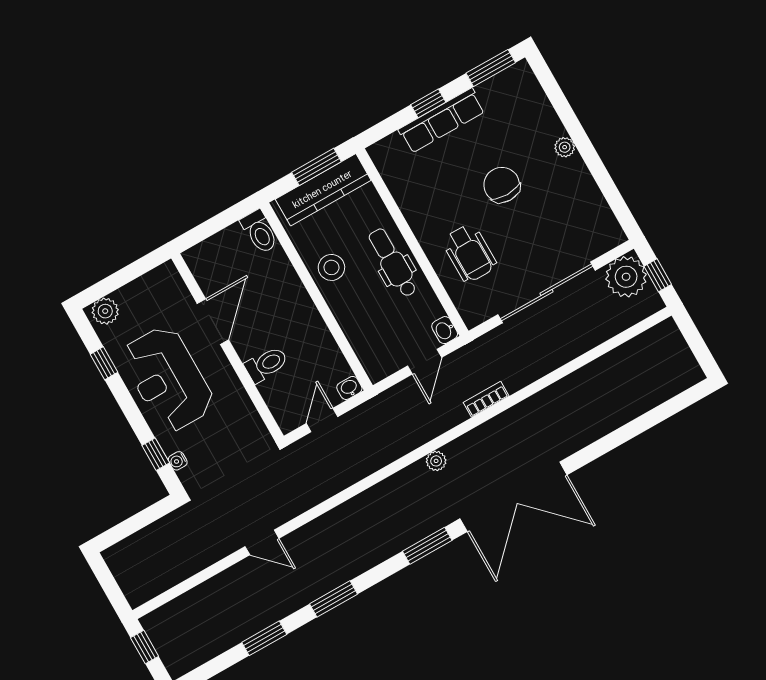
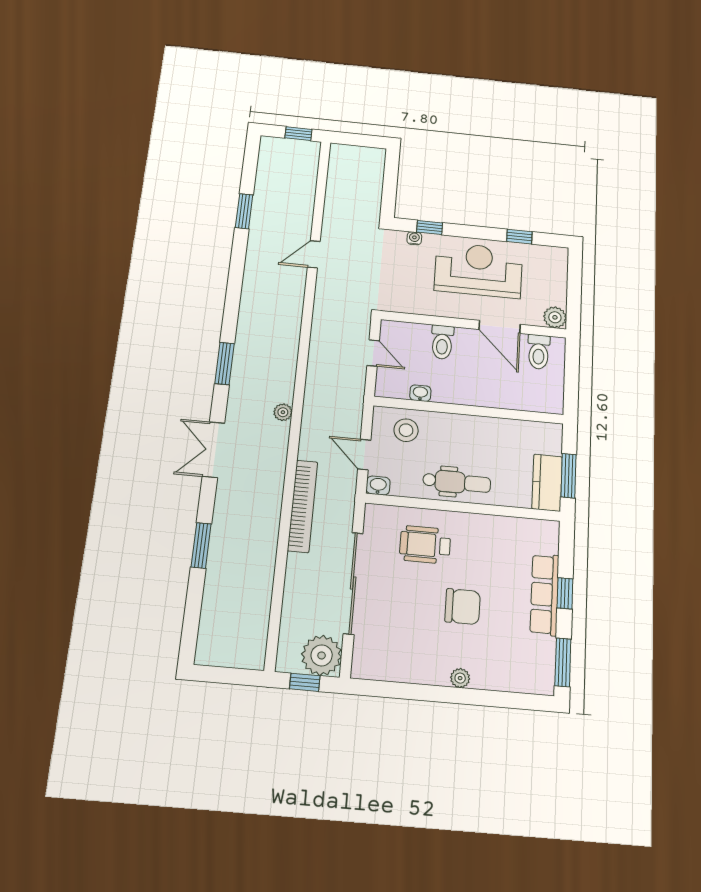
kitchen counter: (323, 190) -> (547, 483), width x0.67
toilet: (259, 232) -> (539, 352), moved, turned -90
stool: (331, 267) -> (406, 430), moved
plant: (105, 311) -> (555, 317), moved
washbasin: (349, 388) -> (420, 393), moved, turned -90
bookcase: (486, 399) -> (303, 506), width x2.31, depth x1.31
double door: (513, 497) -> (213, 450), width x0.54
window: (333, 599) -> (201, 545), moved

